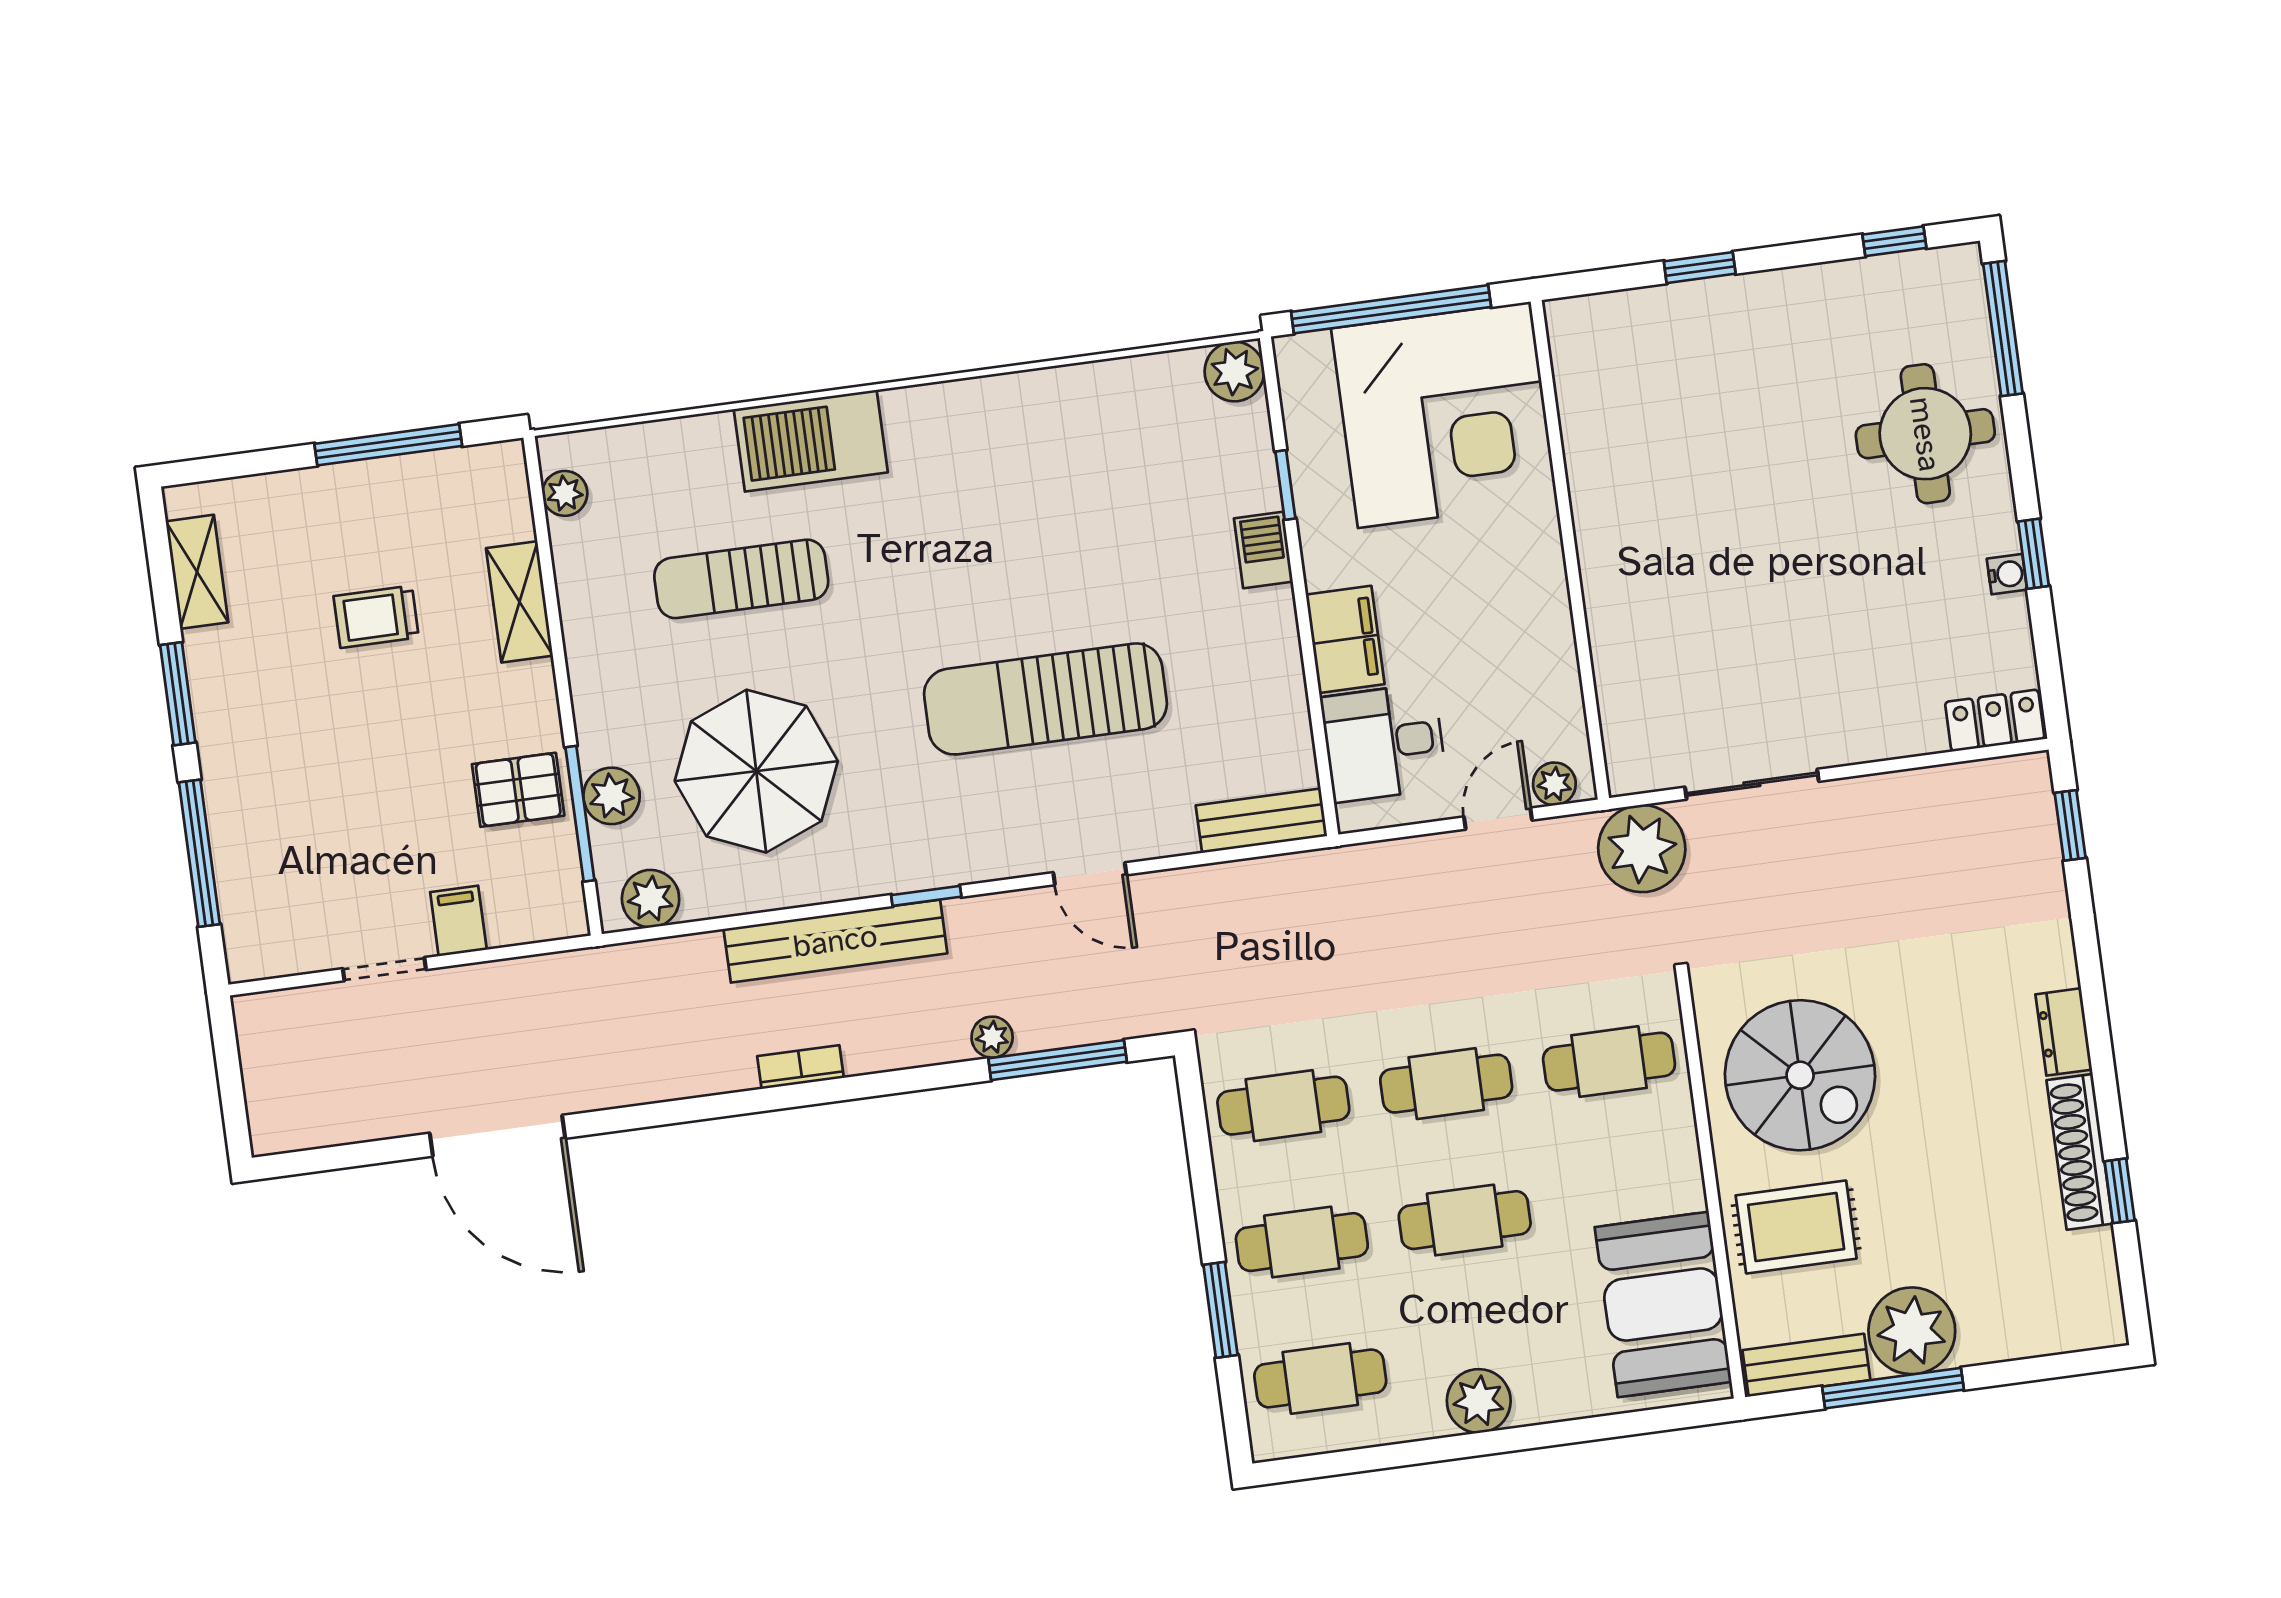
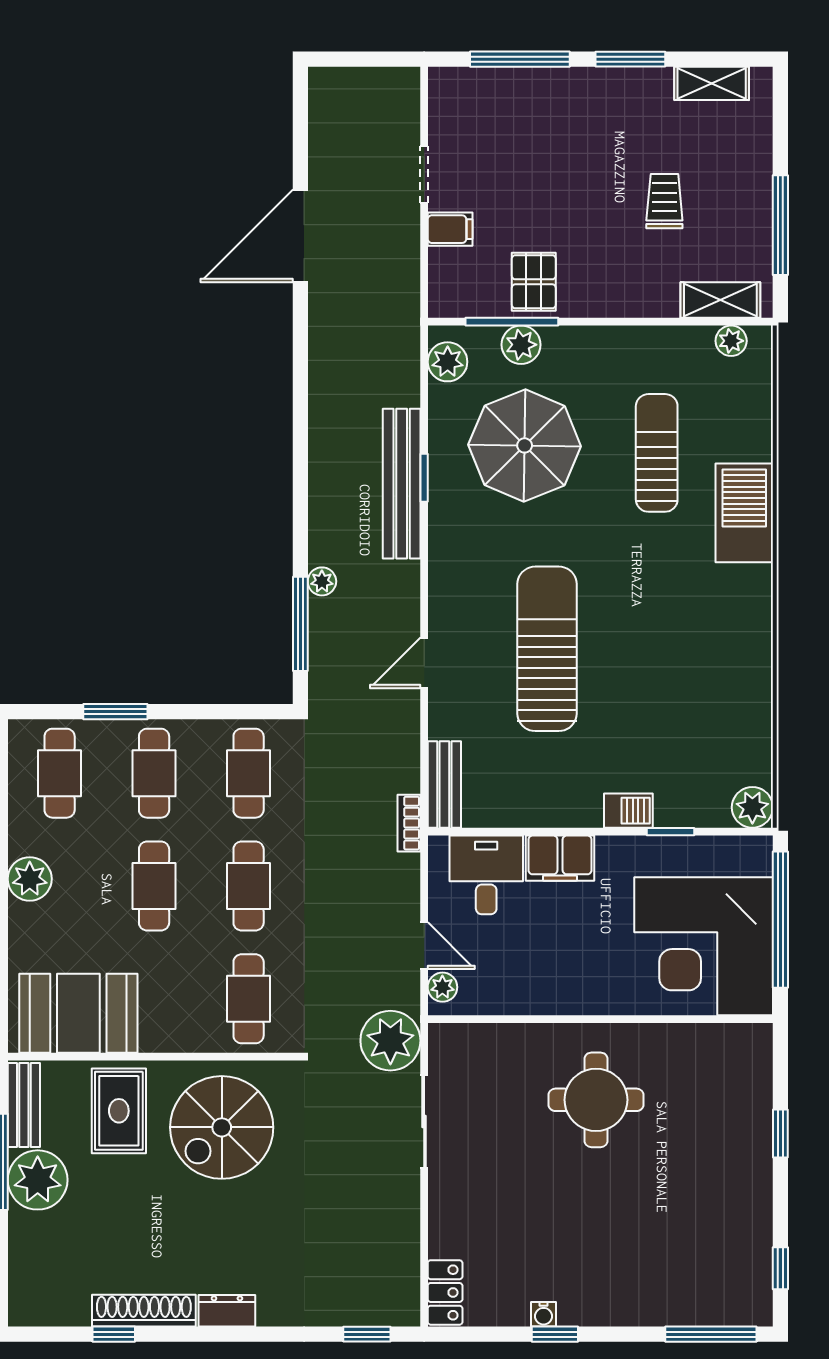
round table: (1925, 434) -> (596, 1100), moved
shelving: (520, 602) -> (720, 300), moved
window: (926, 896) -> (424, 478), moved
bookcase: (800, 1067) -> (409, 823), moved, turned 180

